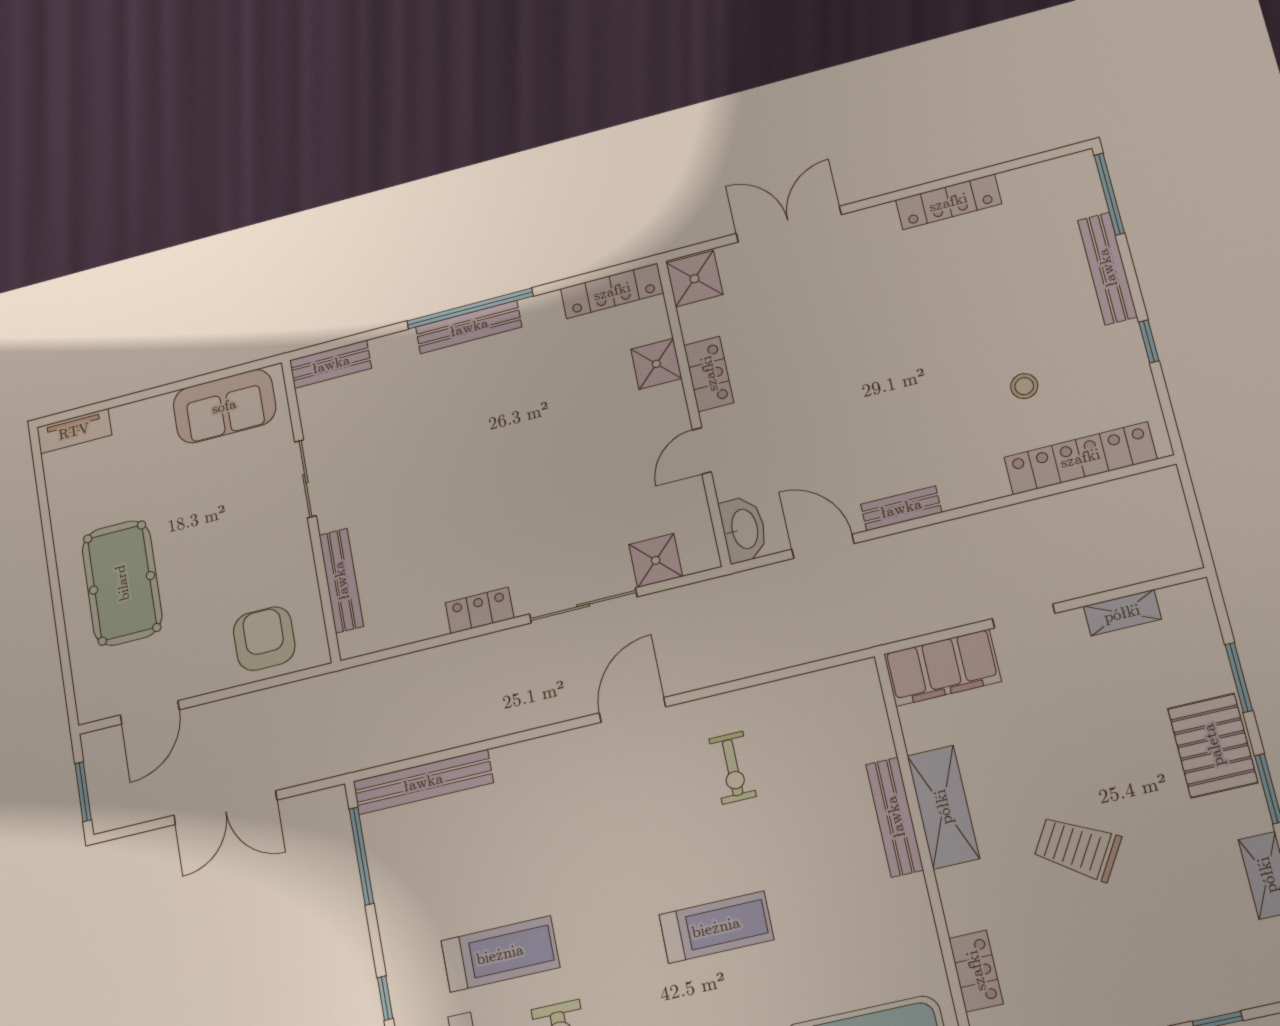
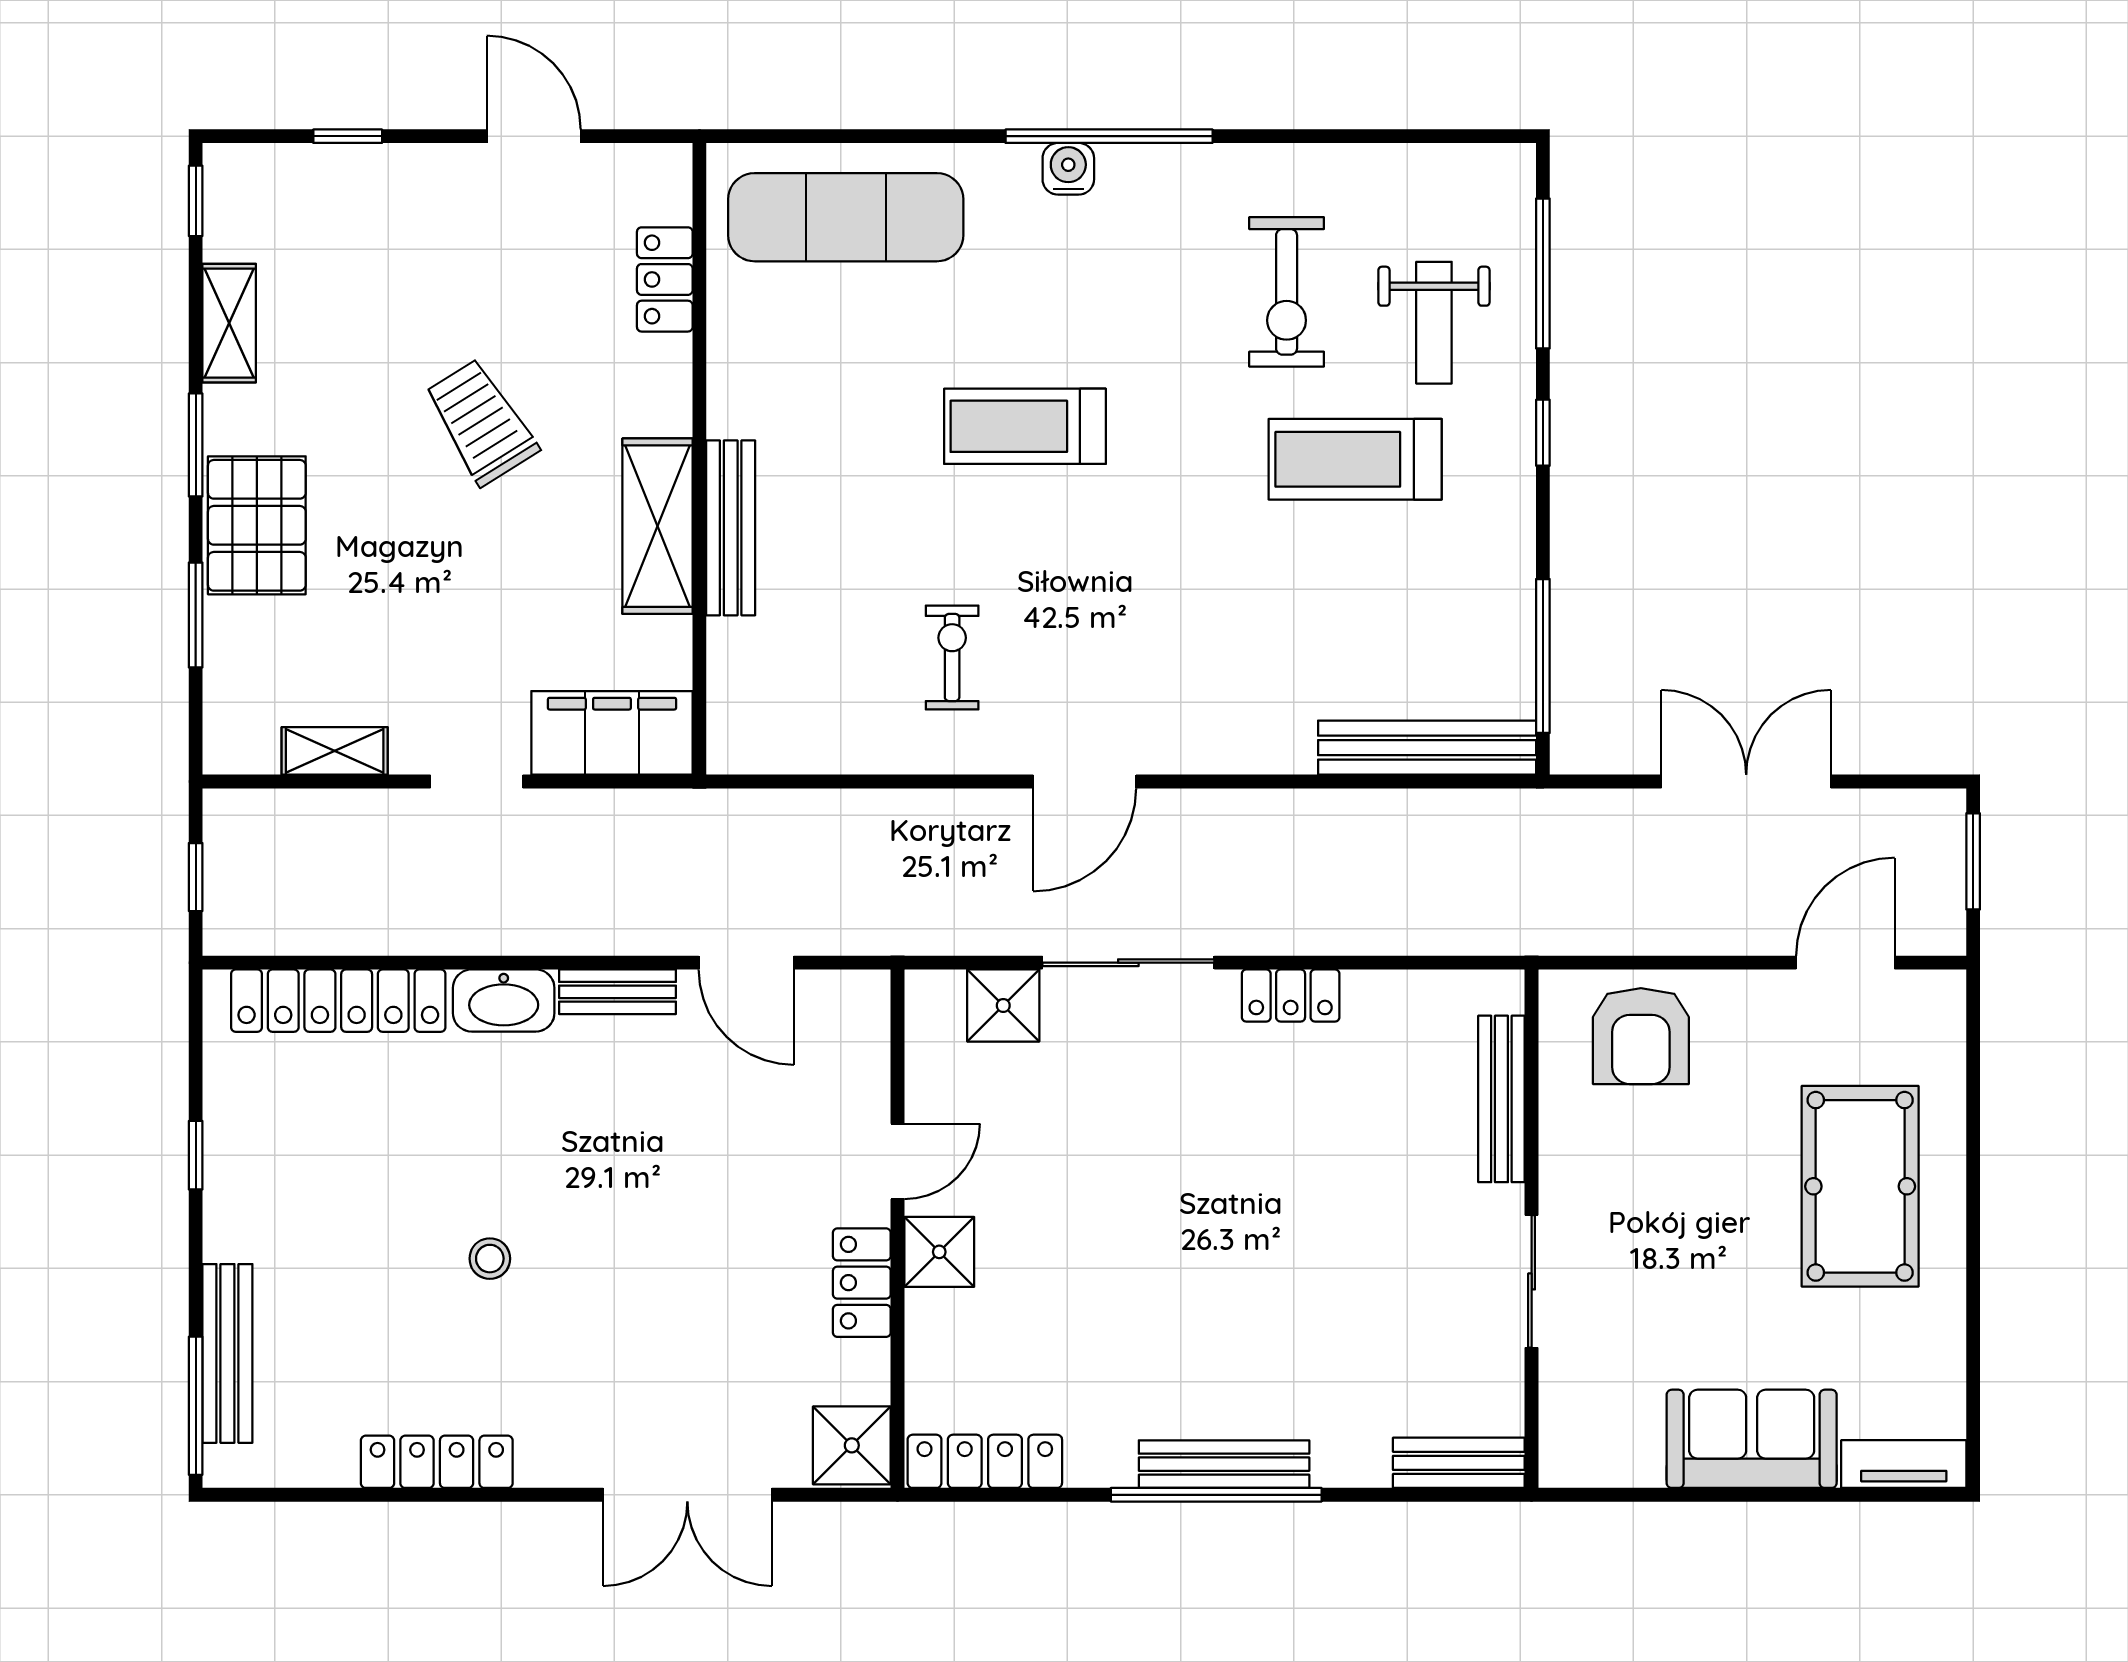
bench: (1107, 268) -> (227, 1353), moved
shower: (656, 364) -> (939, 1252), moved
stool: (1024, 386) -> (490, 1259), moved
sofa: (224, 406) -> (1752, 1439), moved
window: (1194, 511) -> (196, 877), added
washbasin: (744, 529) -> (504, 1000), moved, turned -90
trolley: (1077, 848) -> (481, 422), turned -153

